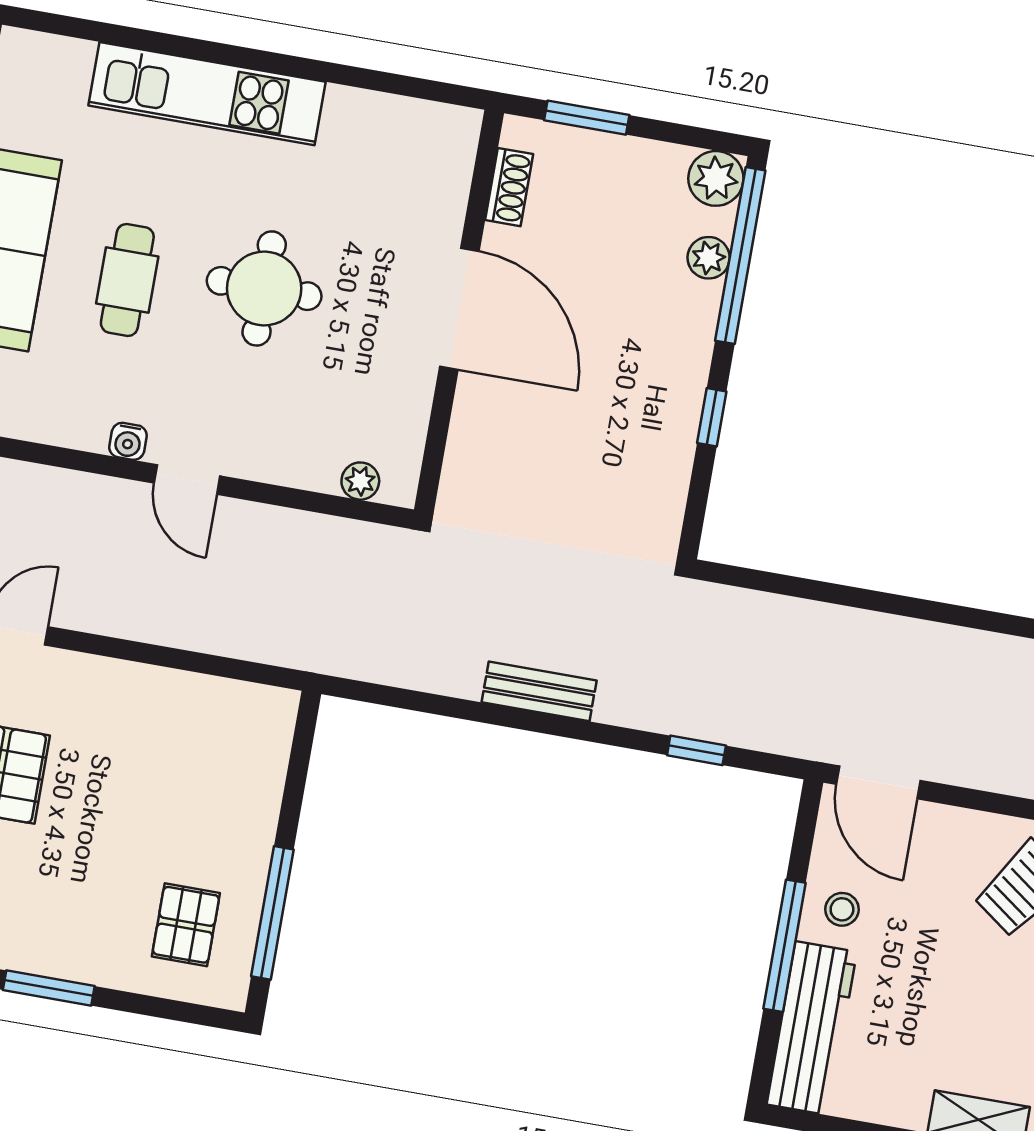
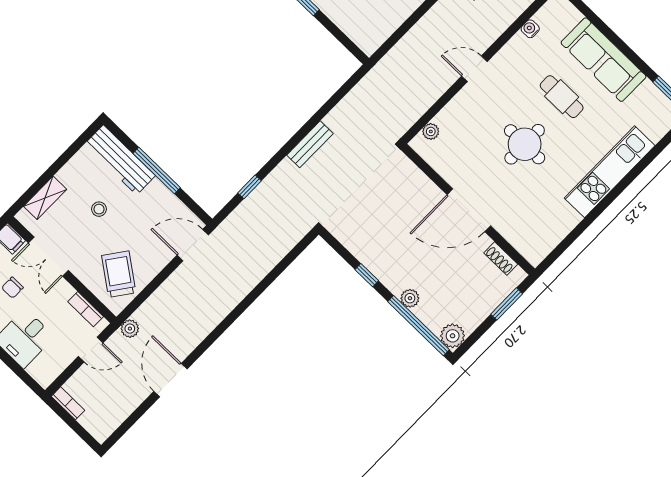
plant: (709, 258) -> (410, 298), moved
water cooler: (128, 441) -> (530, 29), moved
stool: (842, 909) -> (99, 209), moved

